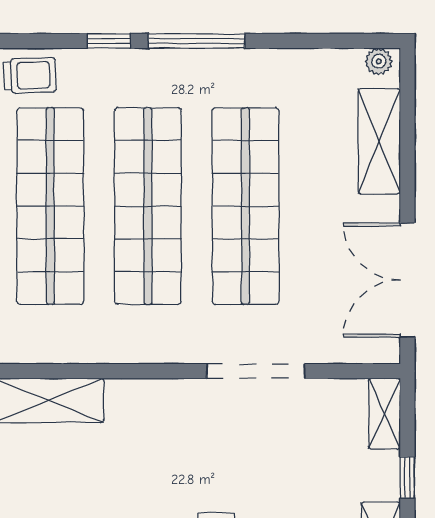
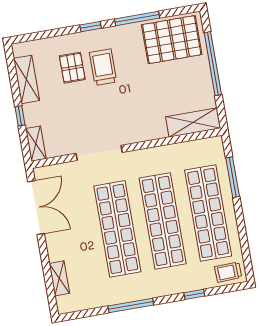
window: (197, 41) -> (131, 306), moved
plant: (379, 61) -> (67, 307), removed
shelving: (379, 141) -> (59, 278), width x0.67, depth x0.75

